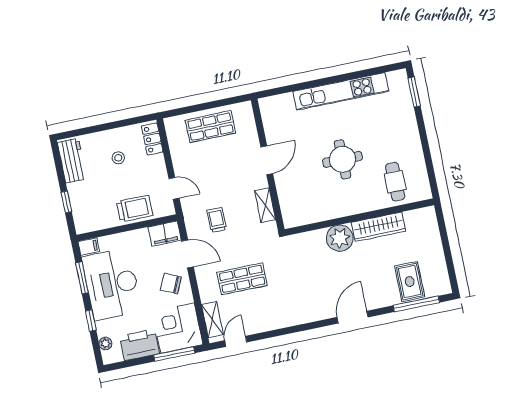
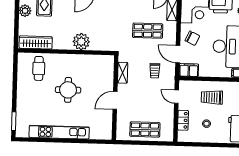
locker: (152, 139) -> (183, 120), moved
trolley: (135, 209) -> (212, 97), moved
wardrobe: (379, 227) -> (36, 42), moved
plant: (437, 265) -> (25, 11), added

